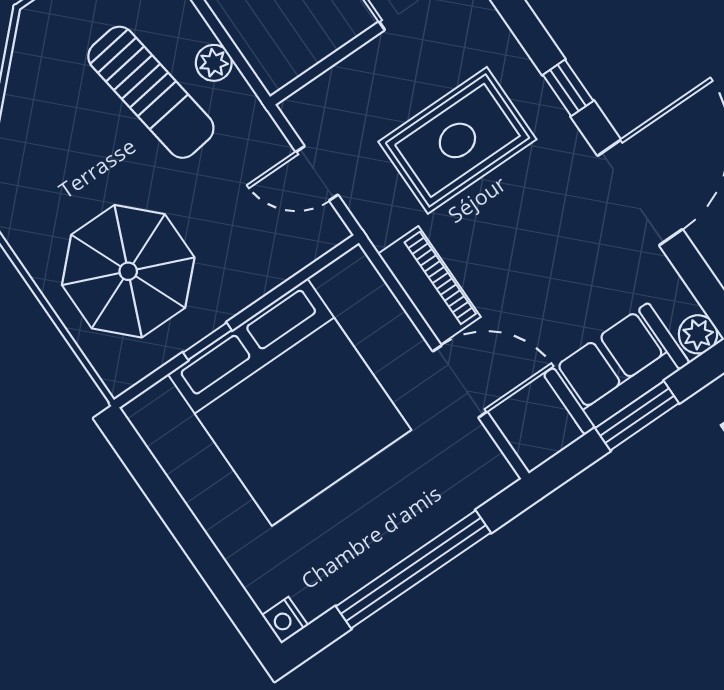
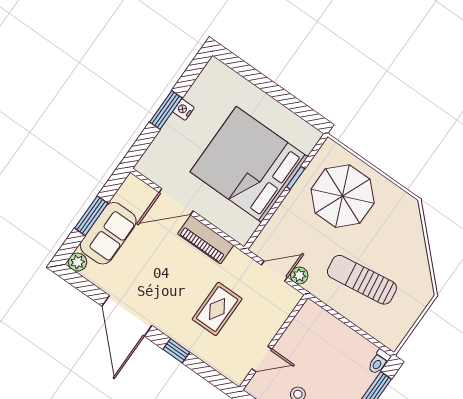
plant: (214, 63) -> (299, 275), moved
rug: (457, 140) -> (217, 309), width x0.73, depth x0.70
window: (413, 569) -> (166, 110), width x0.47
nightstand: (285, 620) -> (183, 110), moved, turned -90

